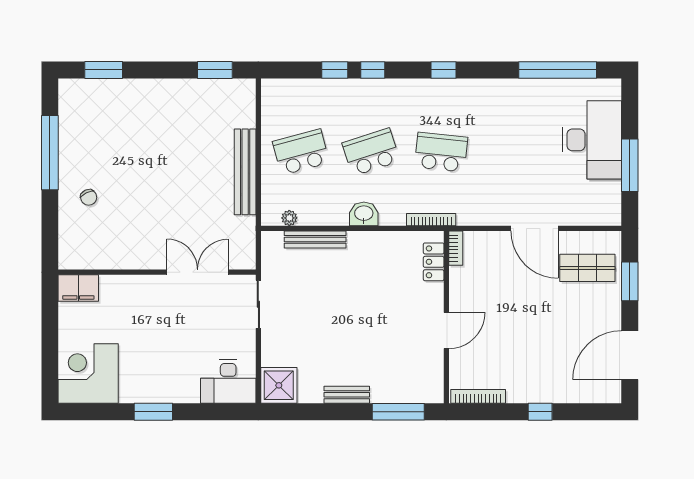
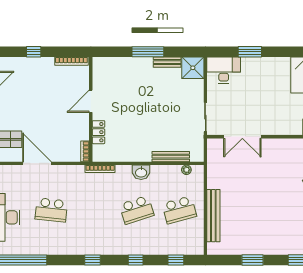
window: (215, 70) -> (252, 260), moved
window: (335, 70) -> (176, 260), moved
school desk: (441, 152) -> (51, 210), moved
bench: (245, 172) -> (213, 216), moved
locker: (434, 262) -> (98, 132), moved
bench: (347, 395) -> (167, 62), moved
window: (153, 412) -> (250, 52), moved
window: (398, 412) -> (148, 52), moved

